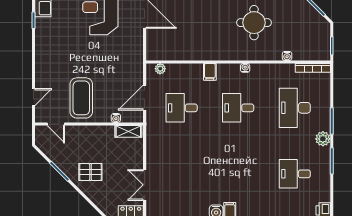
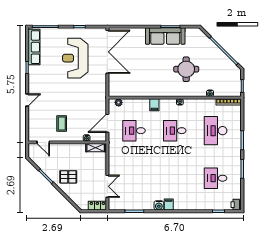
door: (34, 97) -> (27, 100), moved
coffee table: (81, 98) -> (62, 124), width x0.54, depth x0.58
plant: (323, 139) -> (236, 153), removed
double door: (145, 185) -> (107, 186), swing flipped

